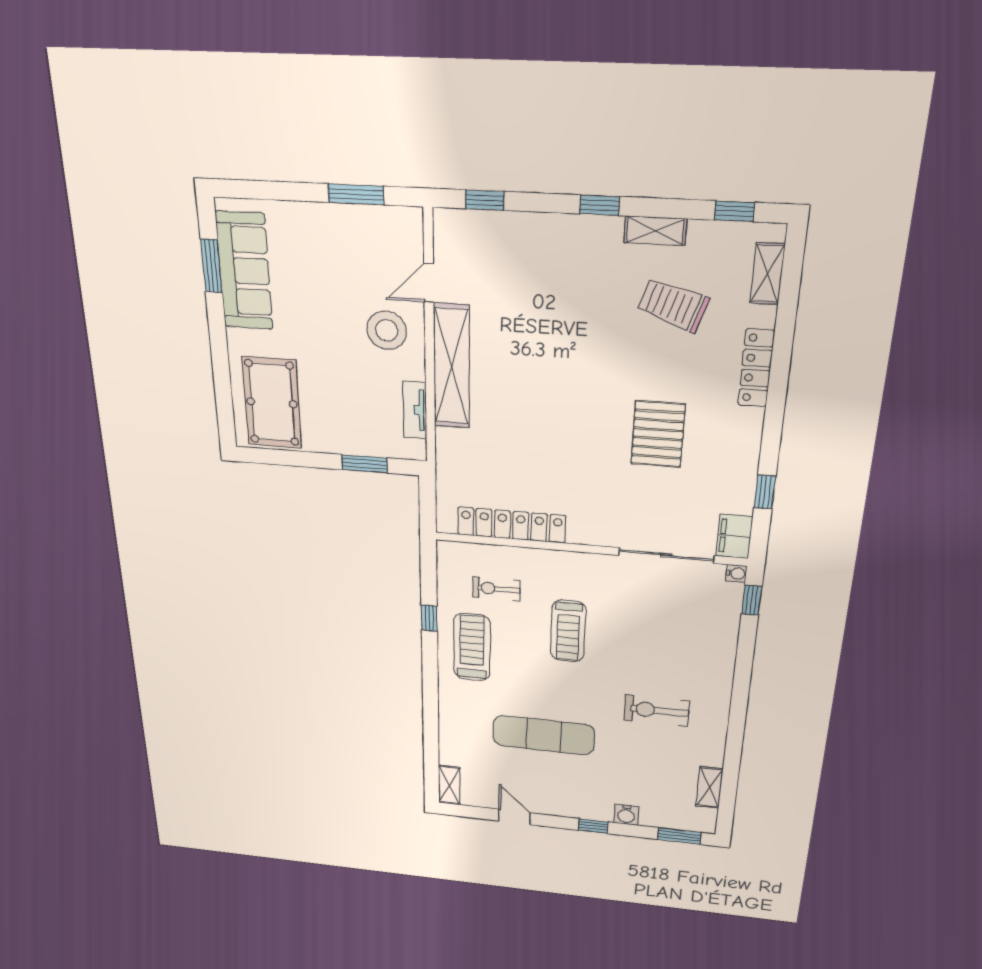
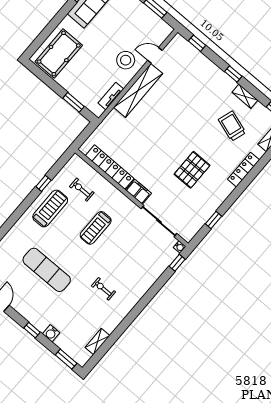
filing cabinet: (734, 536) -> (139, 192), moved, turned 90
exercise bike: (657, 710) -> (103, 289), width x0.73, depth x0.72

